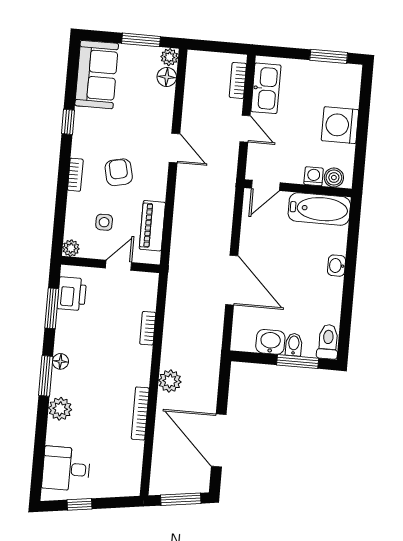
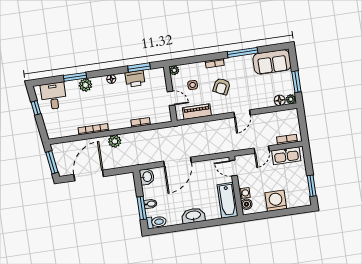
window: (68, 122) -> (243, 52), width x2.17
armchair: (119, 172) -> (222, 86), turned 129
washbasin: (337, 266) -> (193, 216), width x1.91, depth x1.45
printer: (72, 294) -> (135, 79), moved
washbasin: (270, 342) -> (147, 177), moved
window: (46, 376) -> (75, 77), moved

